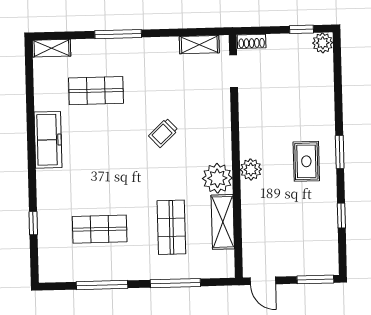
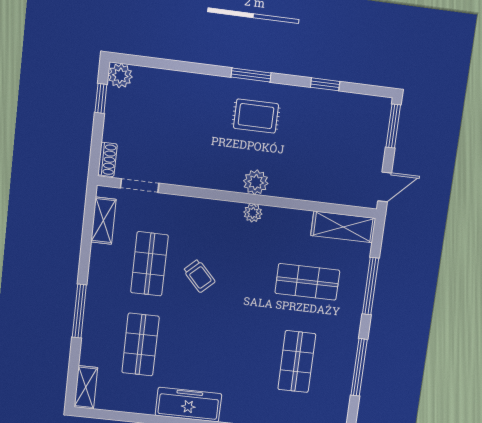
shop shelf: (168, 89) -> (149, 264), added
plant: (217, 178) -> (253, 213), width x0.53, depth x0.53
shelving: (223, 222) -> (343, 227), moved

